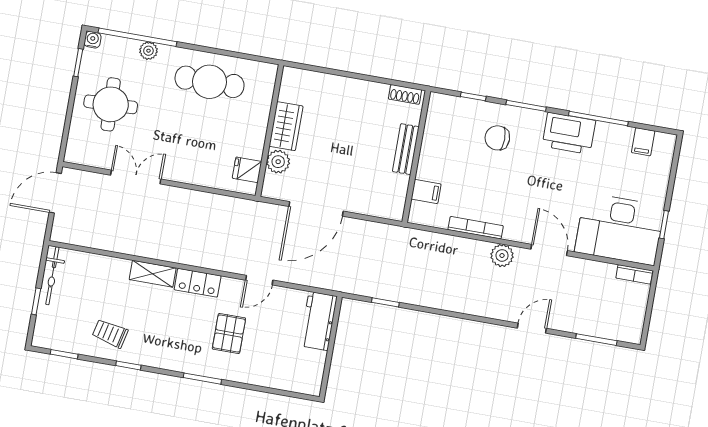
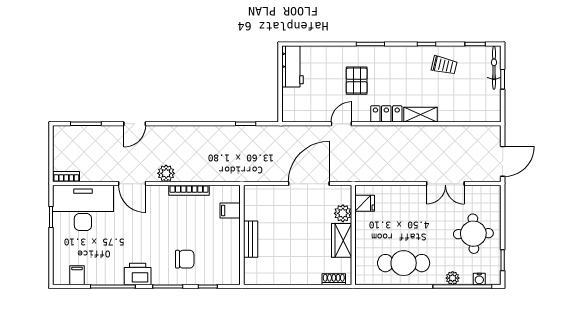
water cooler: (93, 40) -> (479, 279), moved
shoe rack: (405, 94) -> (334, 279), moved
printer: (569, 133) -> (138, 274), width x0.73, depth x0.84
bicycle: (52, 276) -> (494, 68), moved
workbench: (318, 321) -> (292, 66), moved

